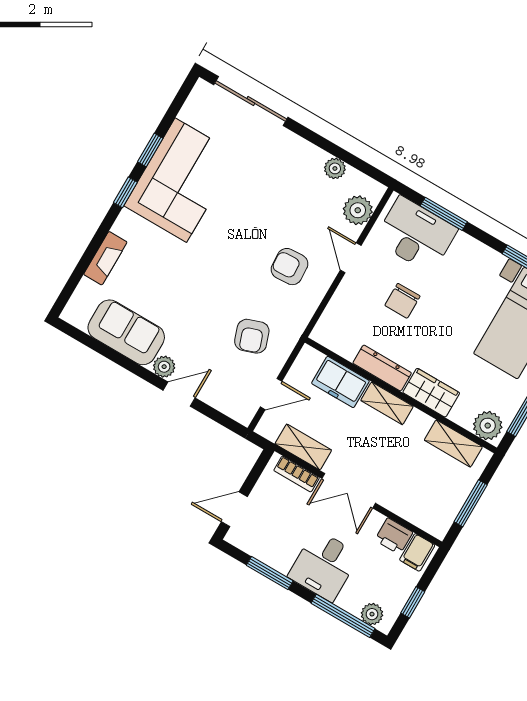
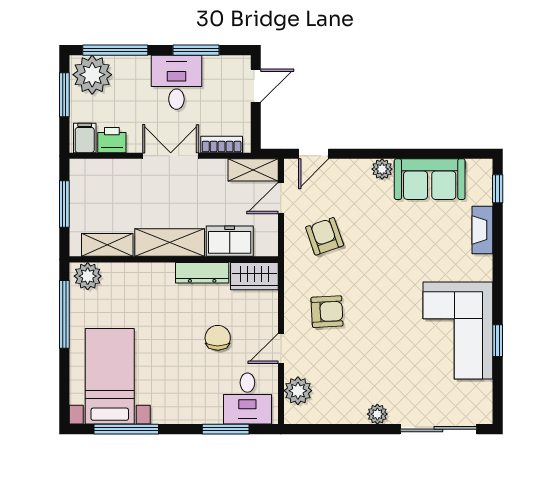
plant: (335, 168) -> (377, 414), moved
window: (125, 192) -> (498, 189), moved
desk: (416, 235) -> (247, 398), width x0.73
door: (351, 258) -> (281, 348), swing flipped
wardrobe: (431, 393) -> (254, 276), moved
door: (179, 394) -> (314, 154), moved
shelving: (387, 403) -> (170, 243), width x1.50, depth x1.33
shelving: (303, 447) -> (253, 170), moved
desk: (324, 566) -> (176, 82), moved
window: (413, 602) -> (64, 95), width x1.50
plant: (372, 614) -> (92, 75), width x1.87, depth x1.87

